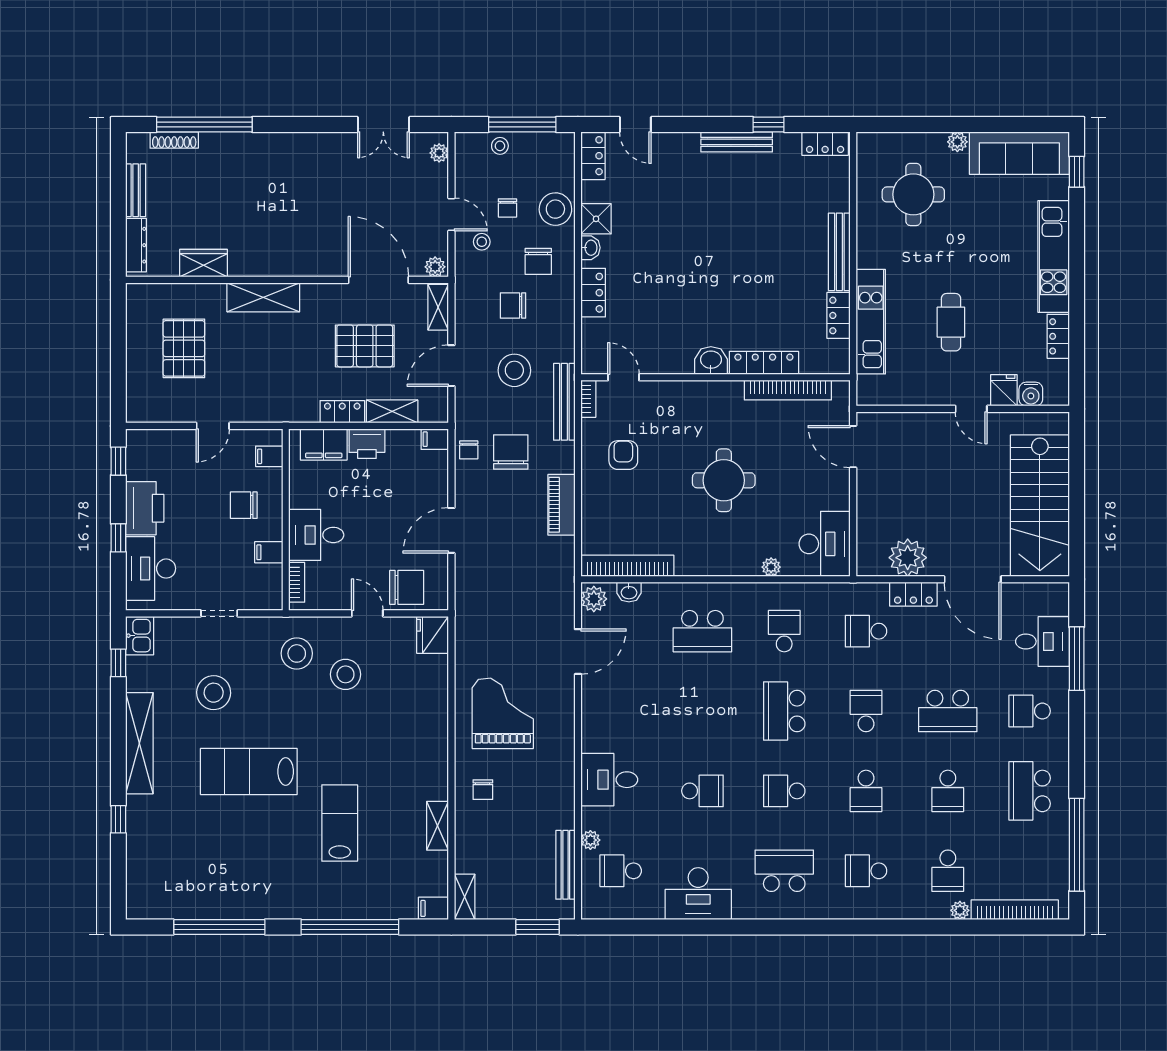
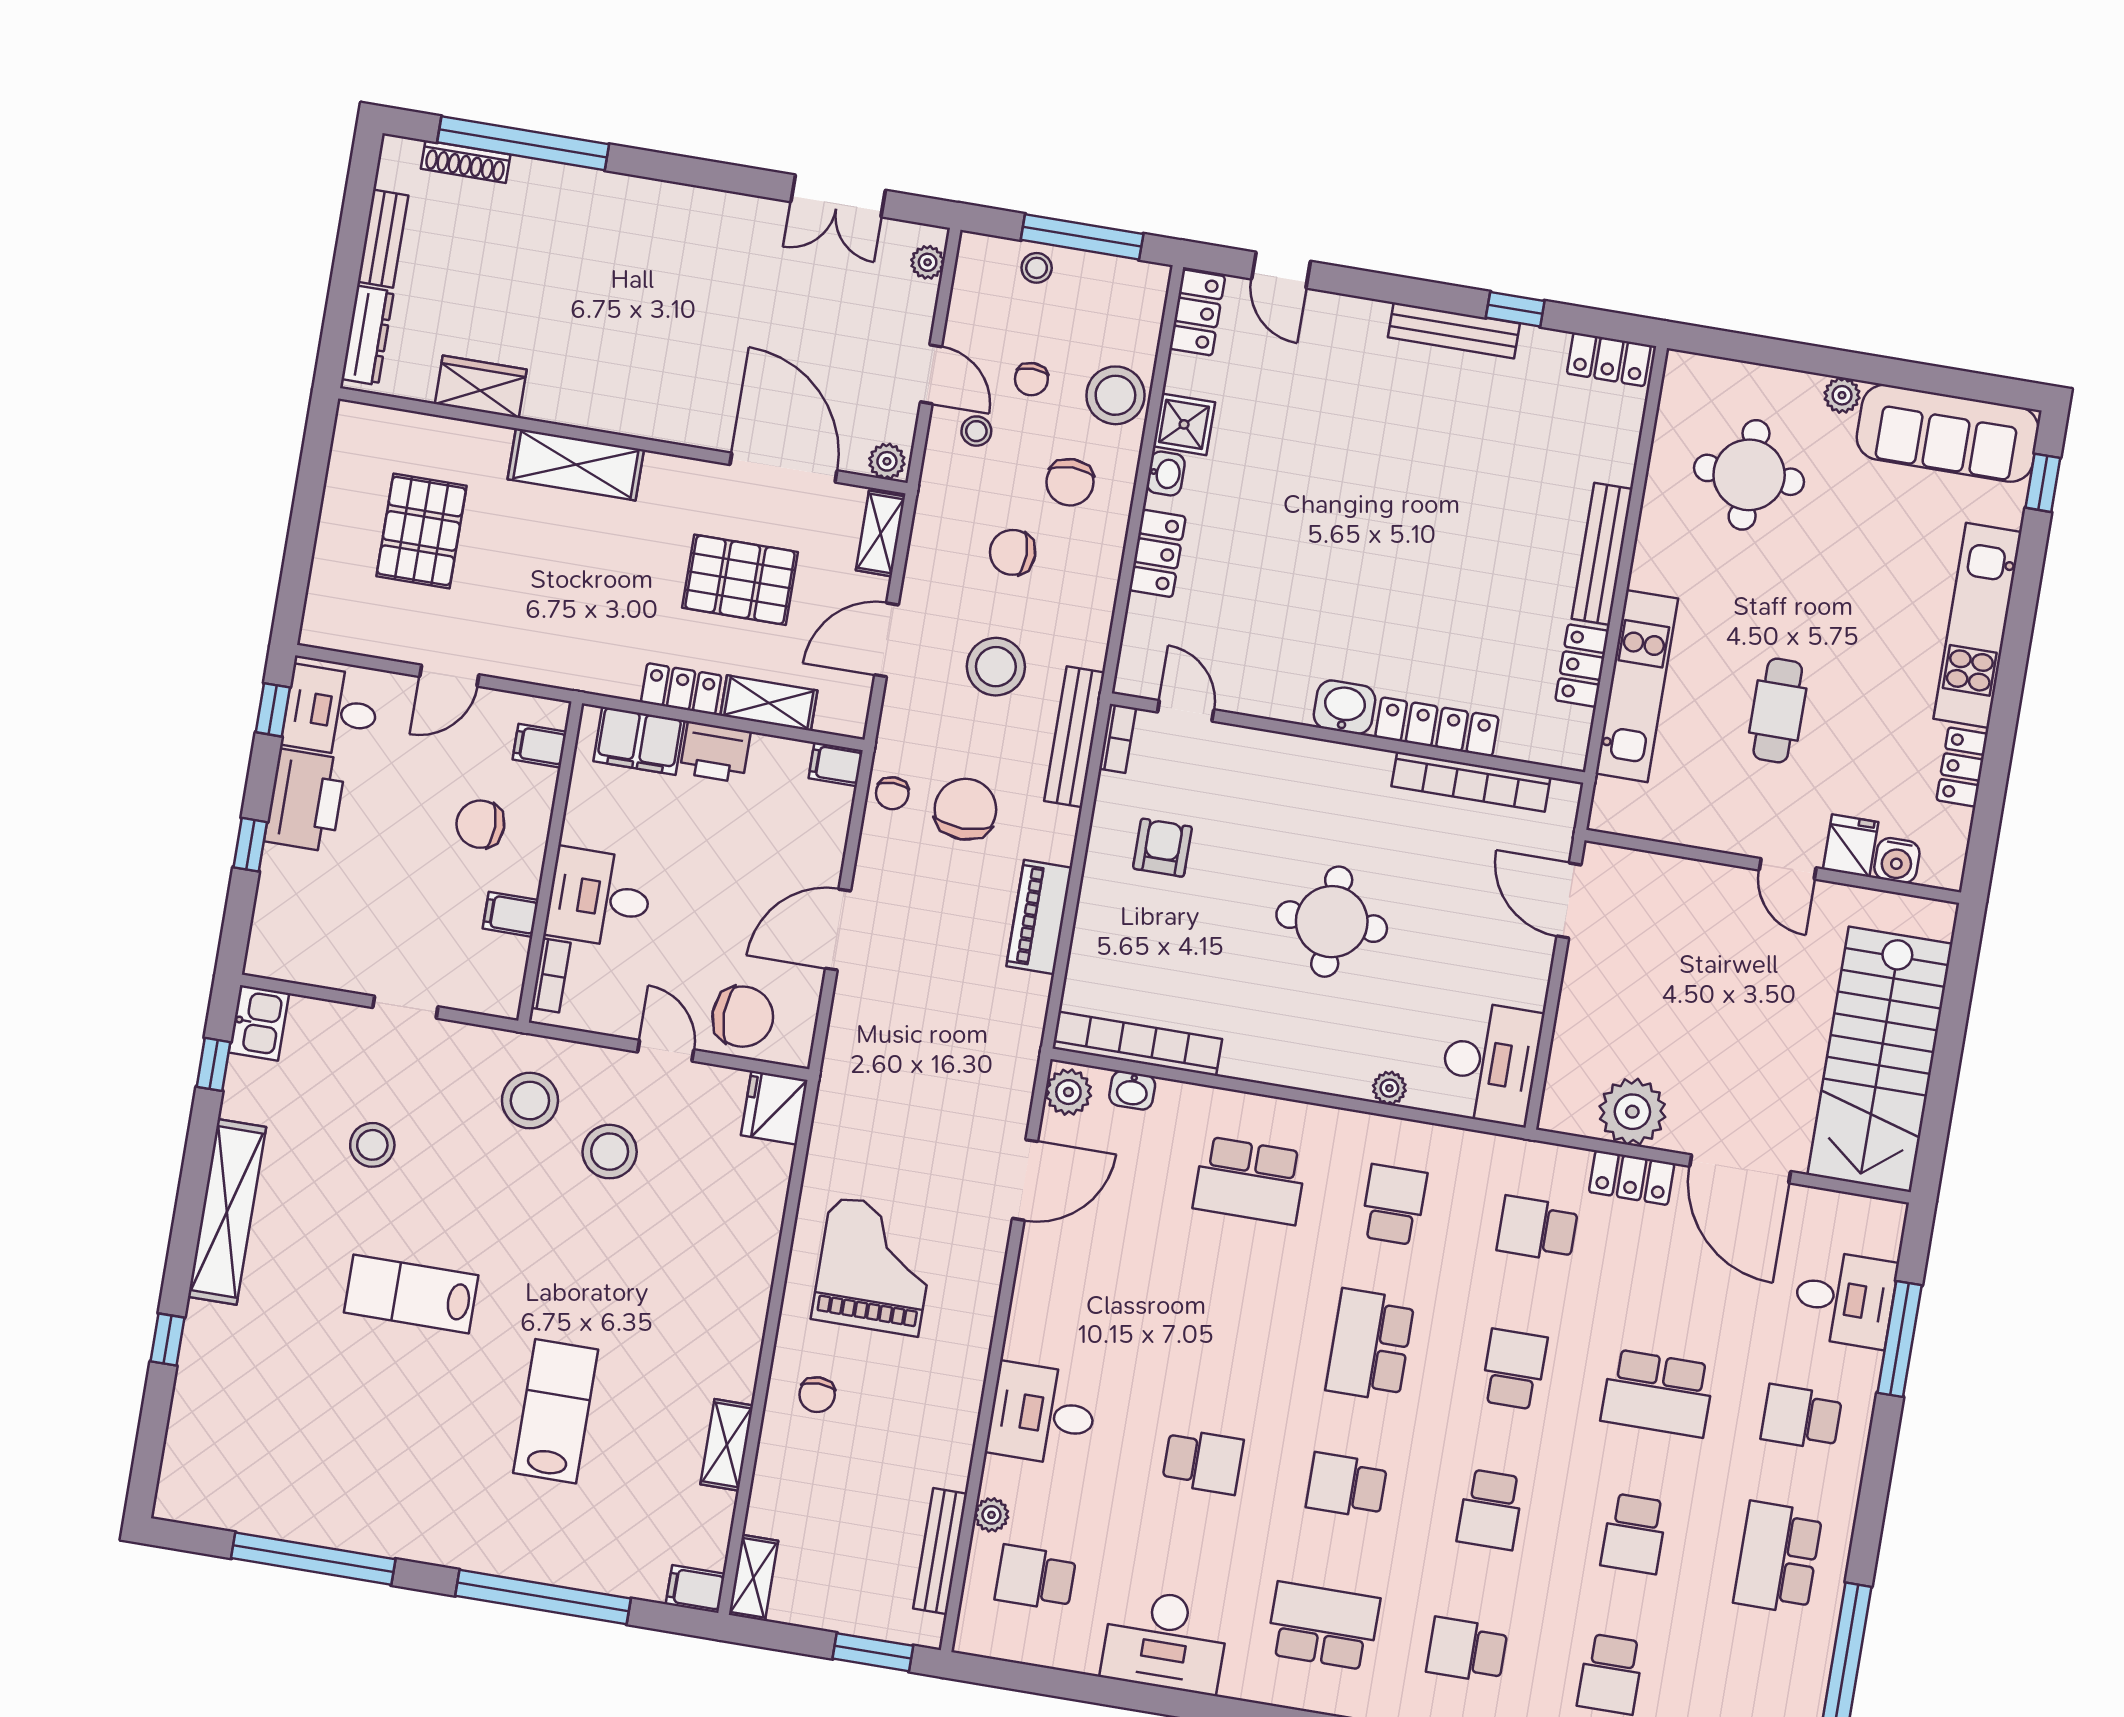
desk: (151, 569) -> (331, 711), moved, width x0.73
stool: (214, 693) -> (372, 1145), width x0.73, depth x0.73
lab bench: (249, 772) -> (411, 1294), width x0.73, depth x0.72

